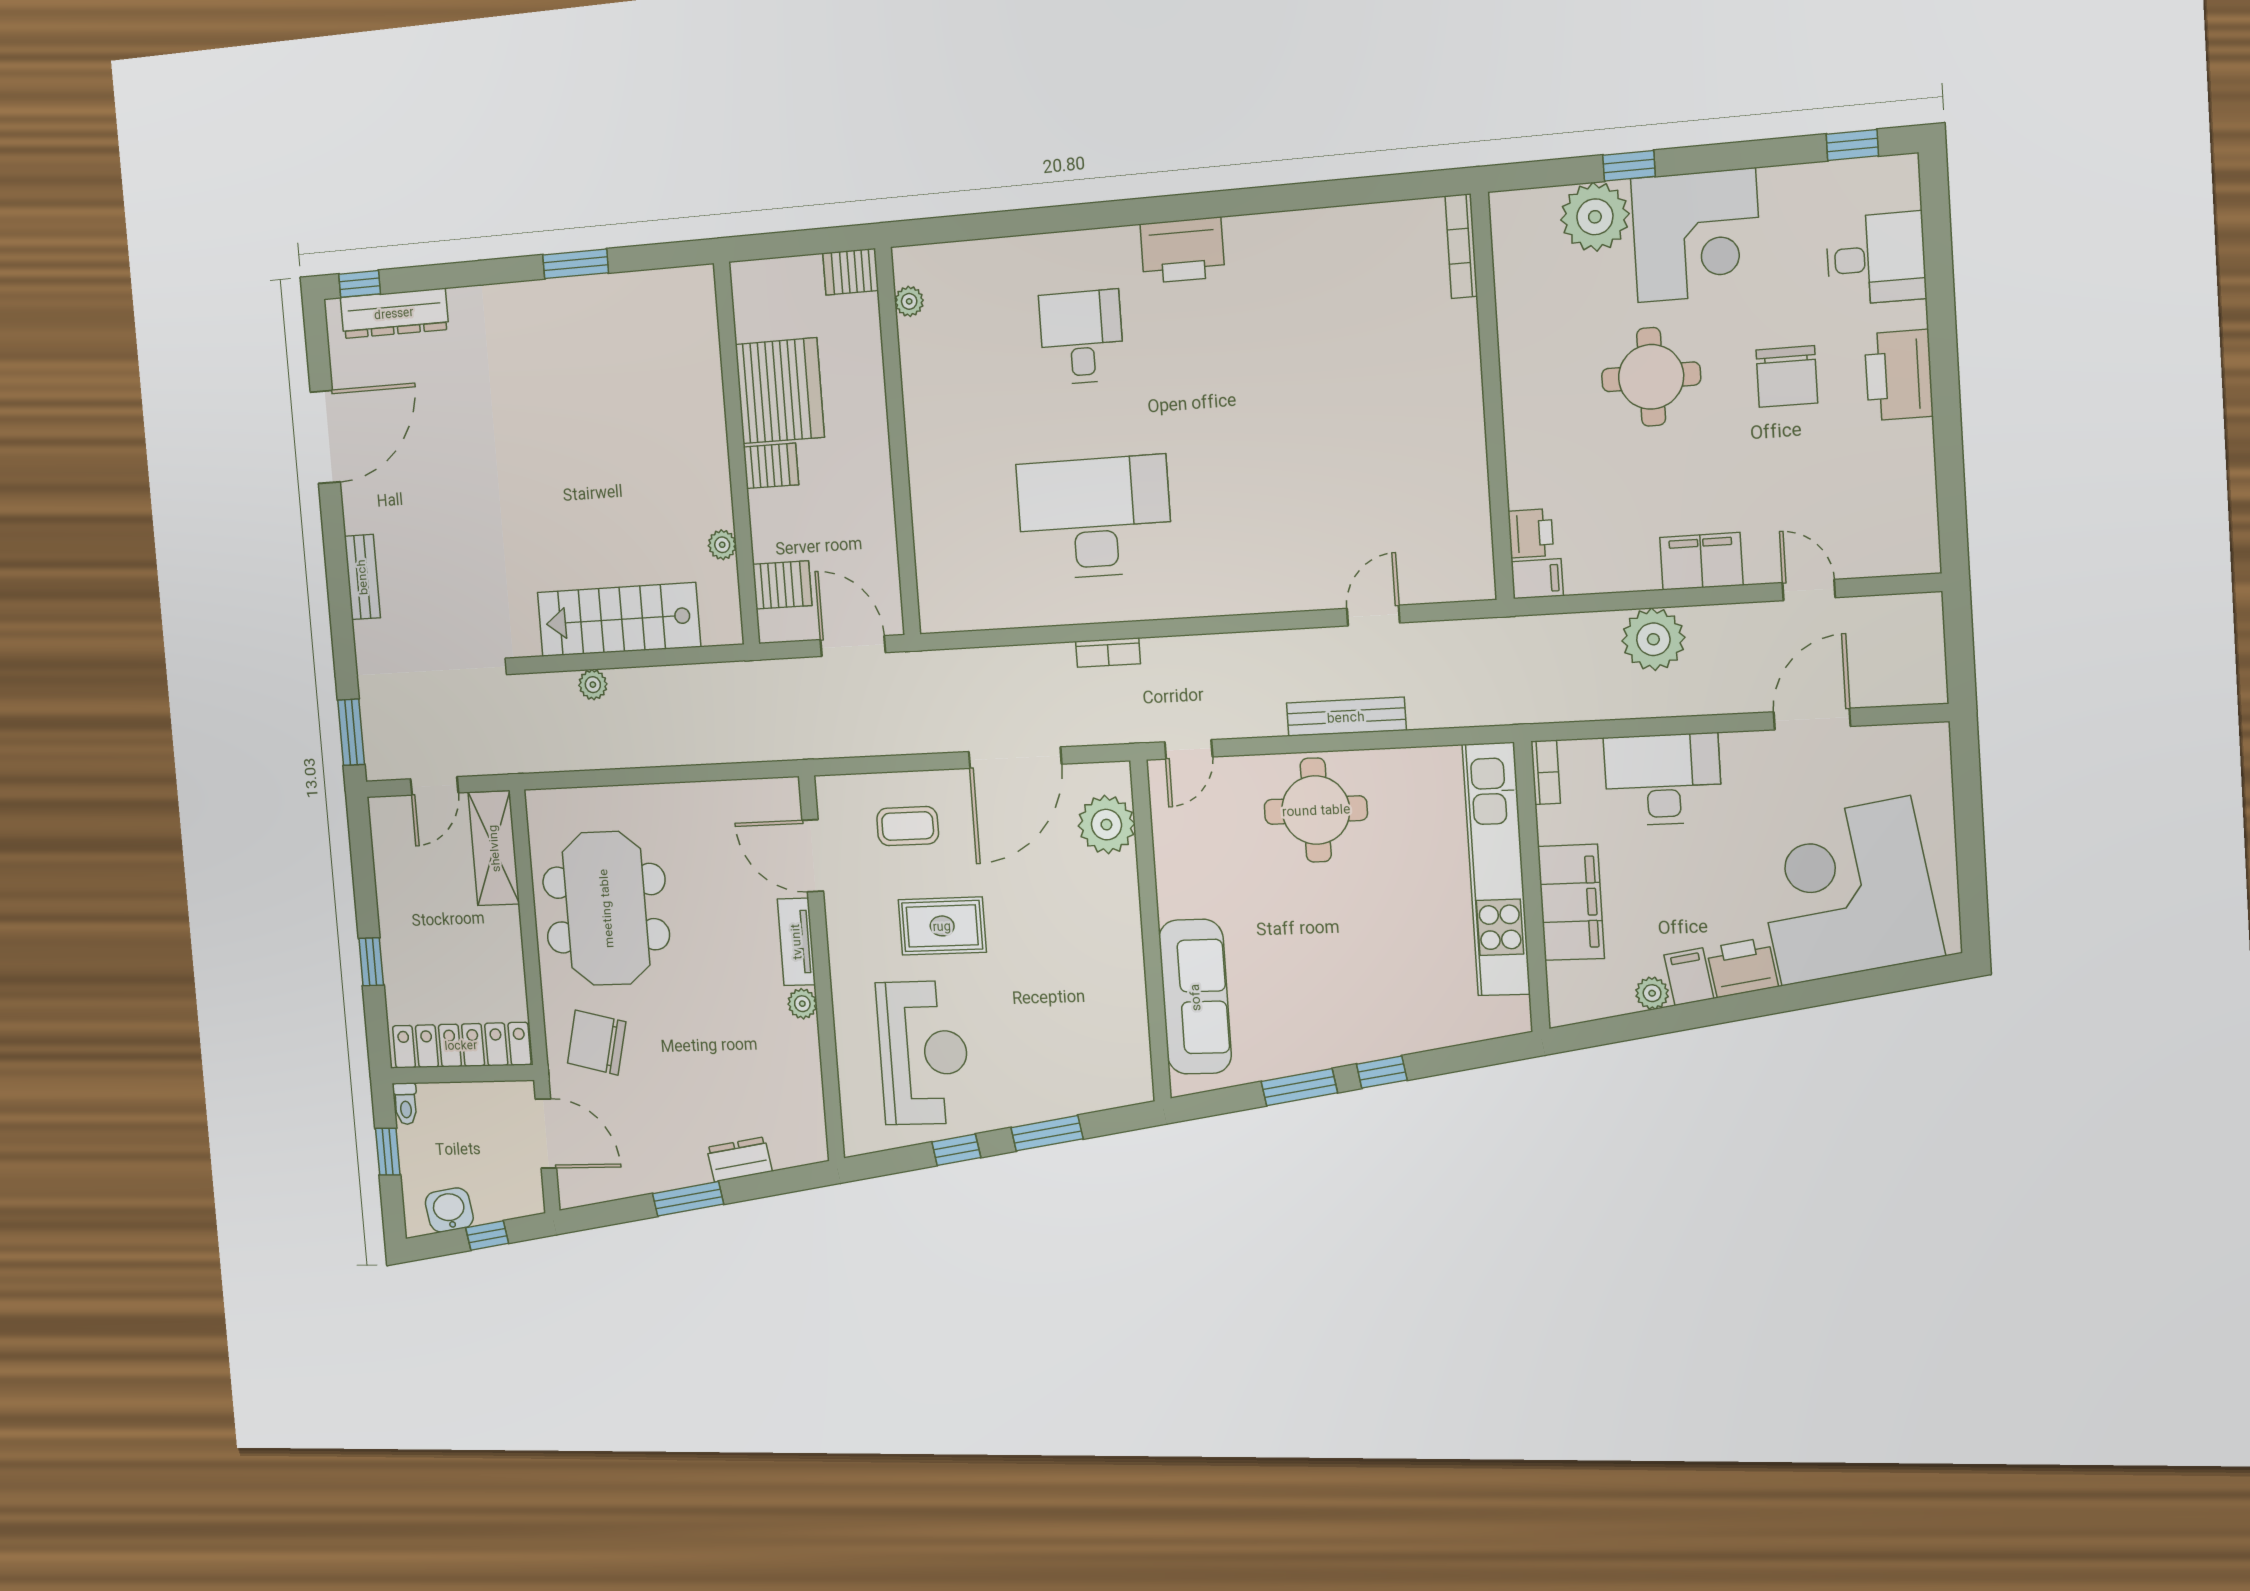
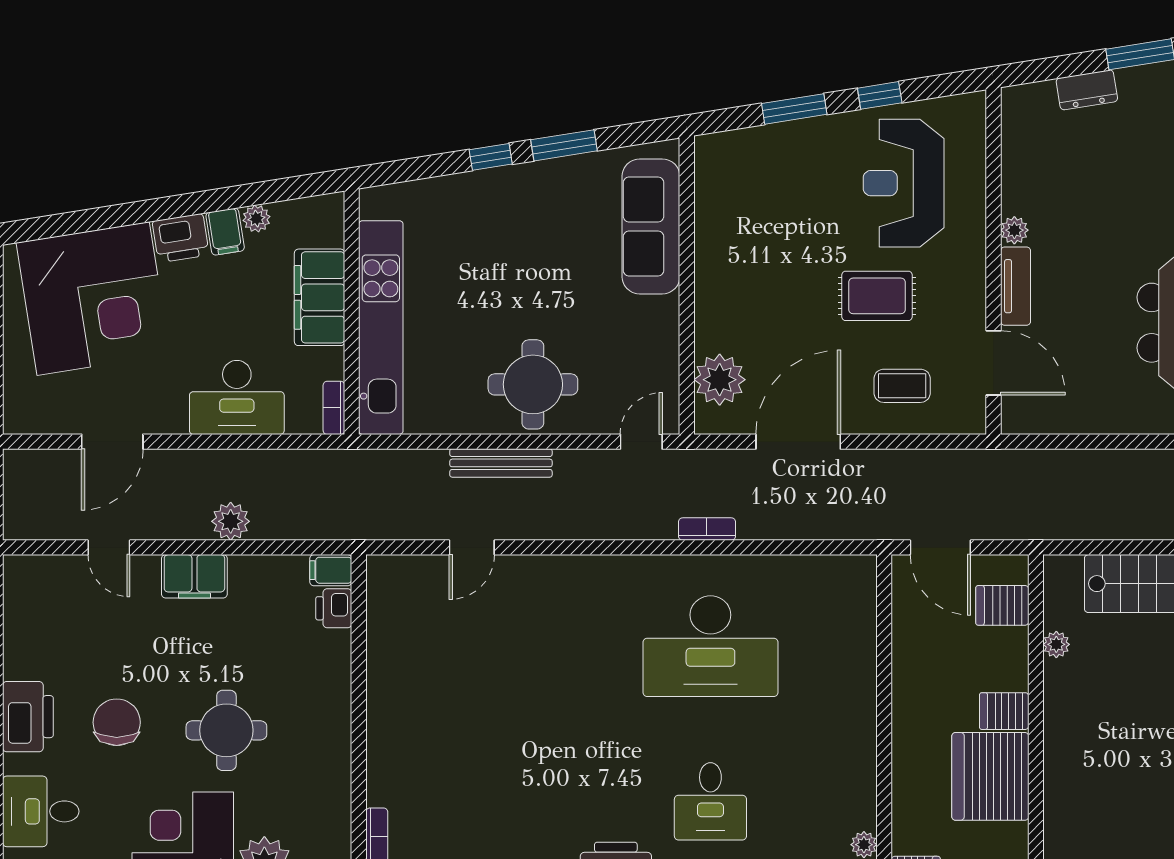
plant: (1653, 639) -> (231, 521), width x0.73, depth x0.73

